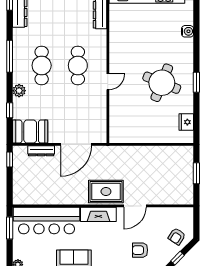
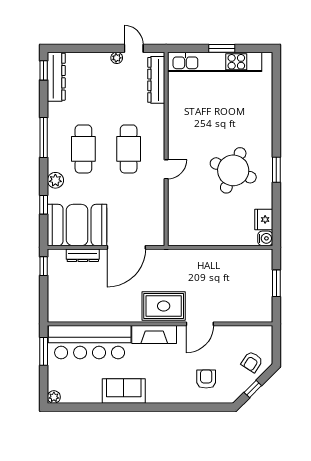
water cooler: (188, 31) -> (265, 238), moved
booth: (30, 131) -> (77, 225), width x1.36, depth x1.42
armchair: (140, 250) -> (206, 379), turned 90

